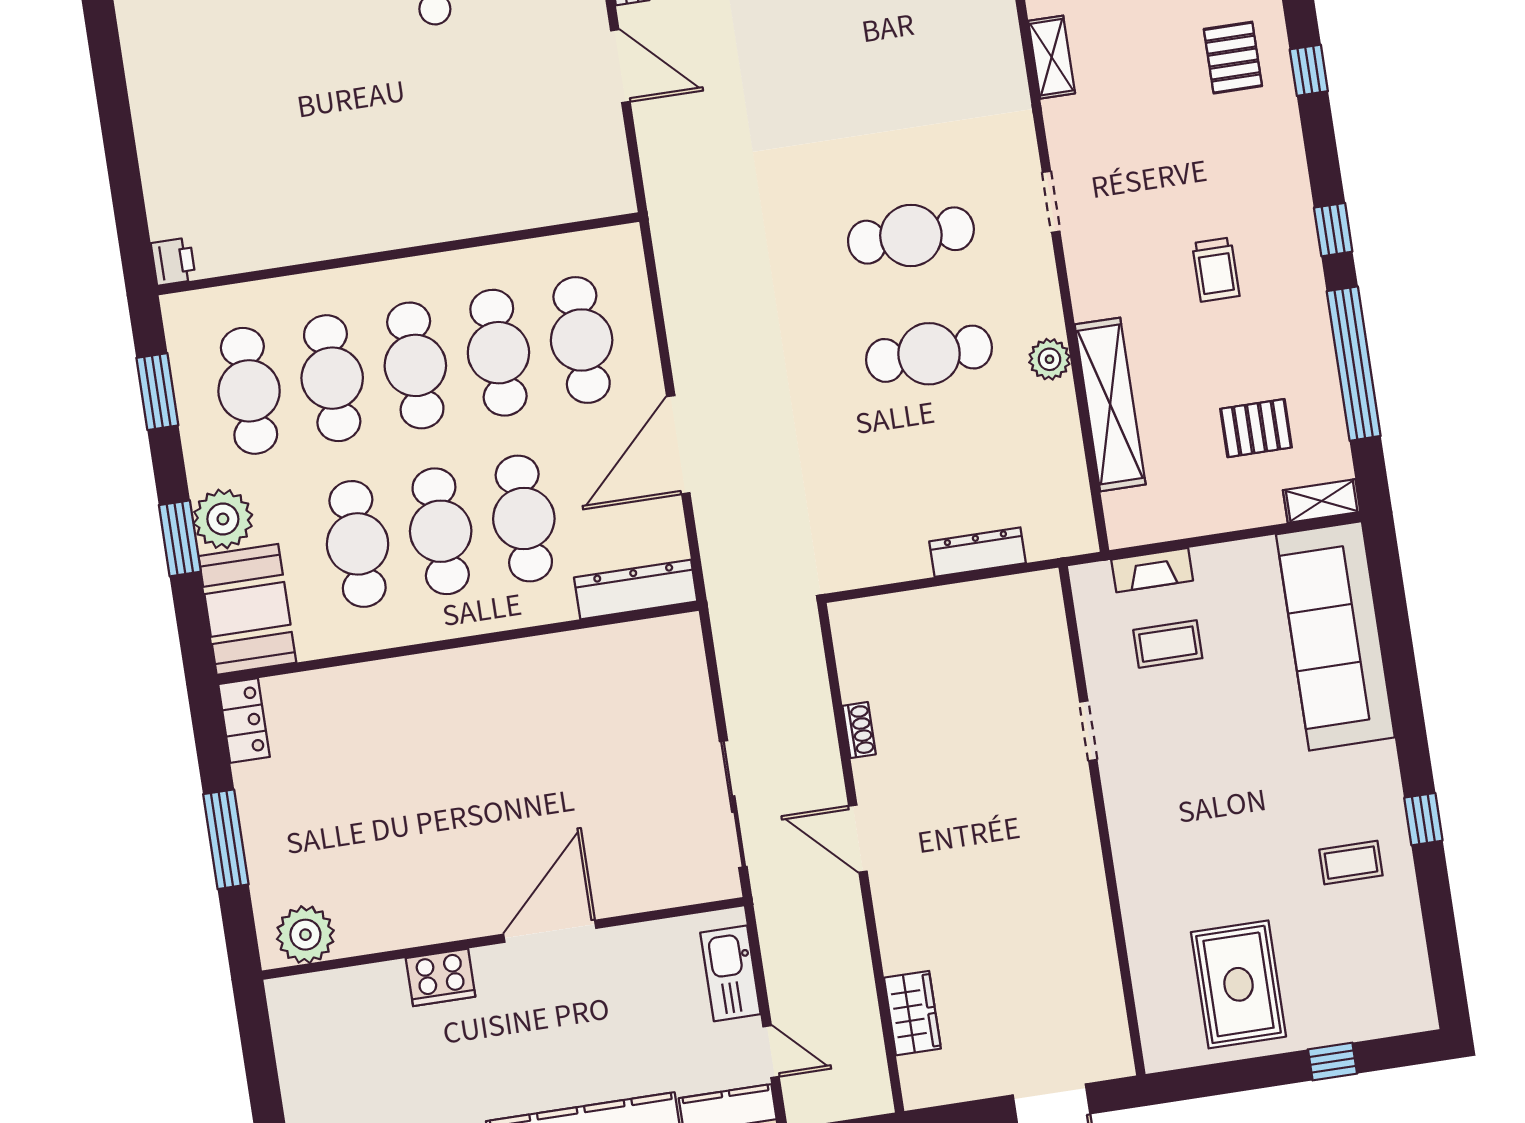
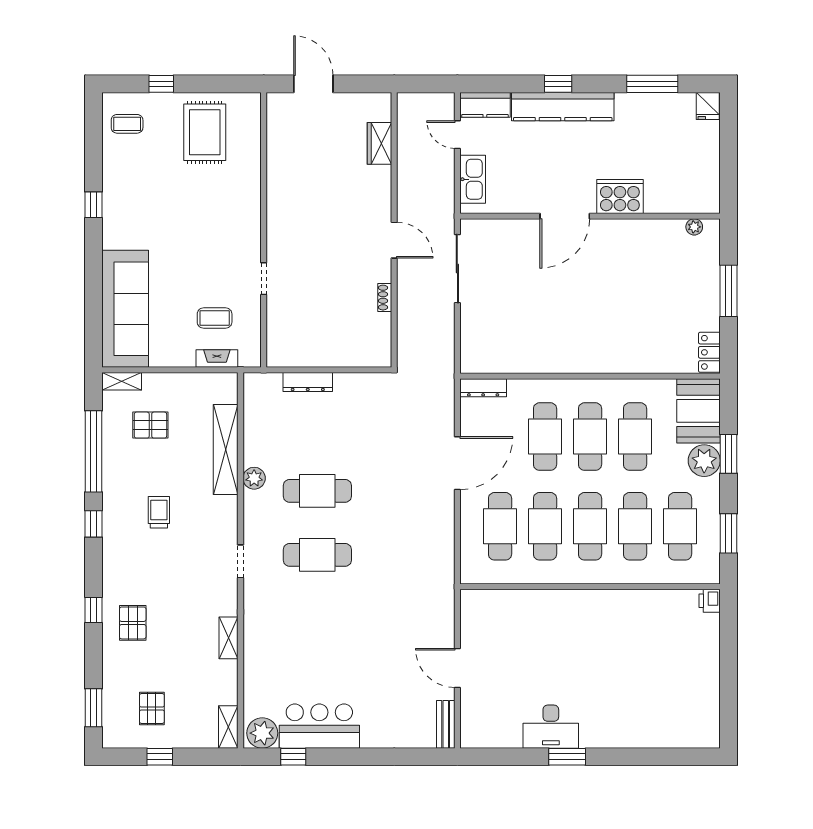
dresser: (636, 589) -> (483, 388), width x0.73, depth x0.80
coffee table: (1351, 863) -> (127, 124), moved
plant: (305, 935) -> (694, 227), width x0.53, depth x0.53
cooker: (441, 977) -> (620, 197), width x1.37, depth x1.31

